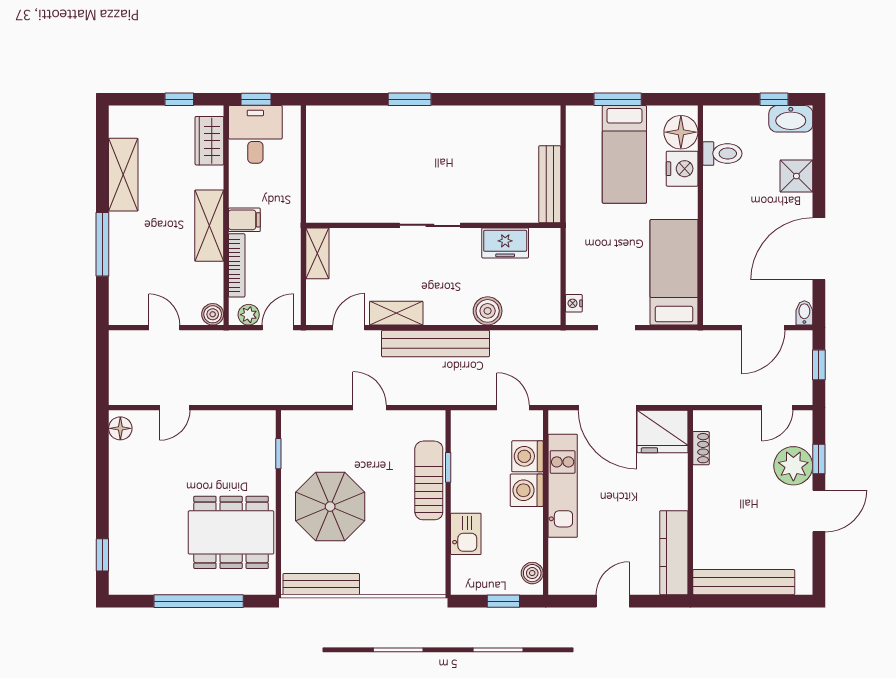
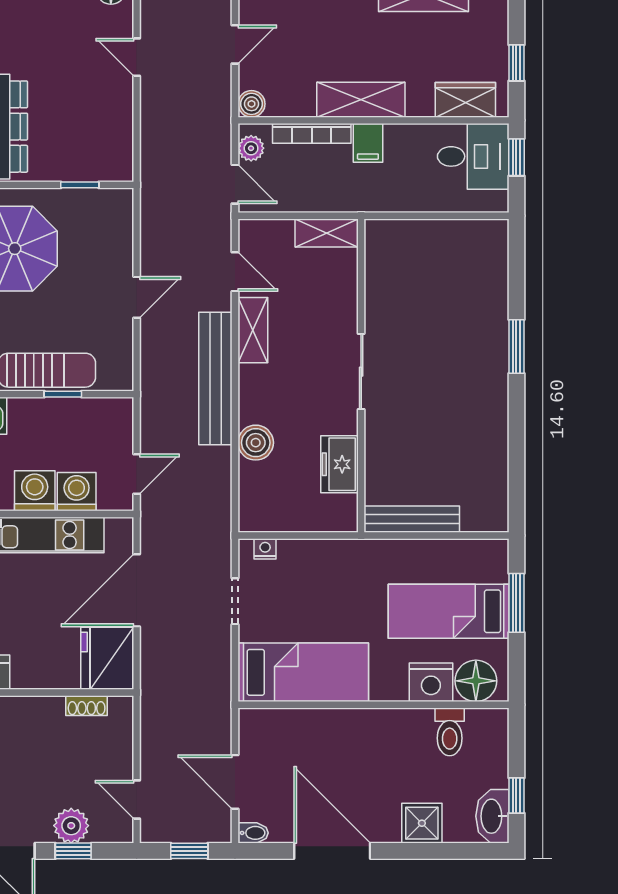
plant: (793, 466) -> (71, 826), width x0.73, depth x0.73

